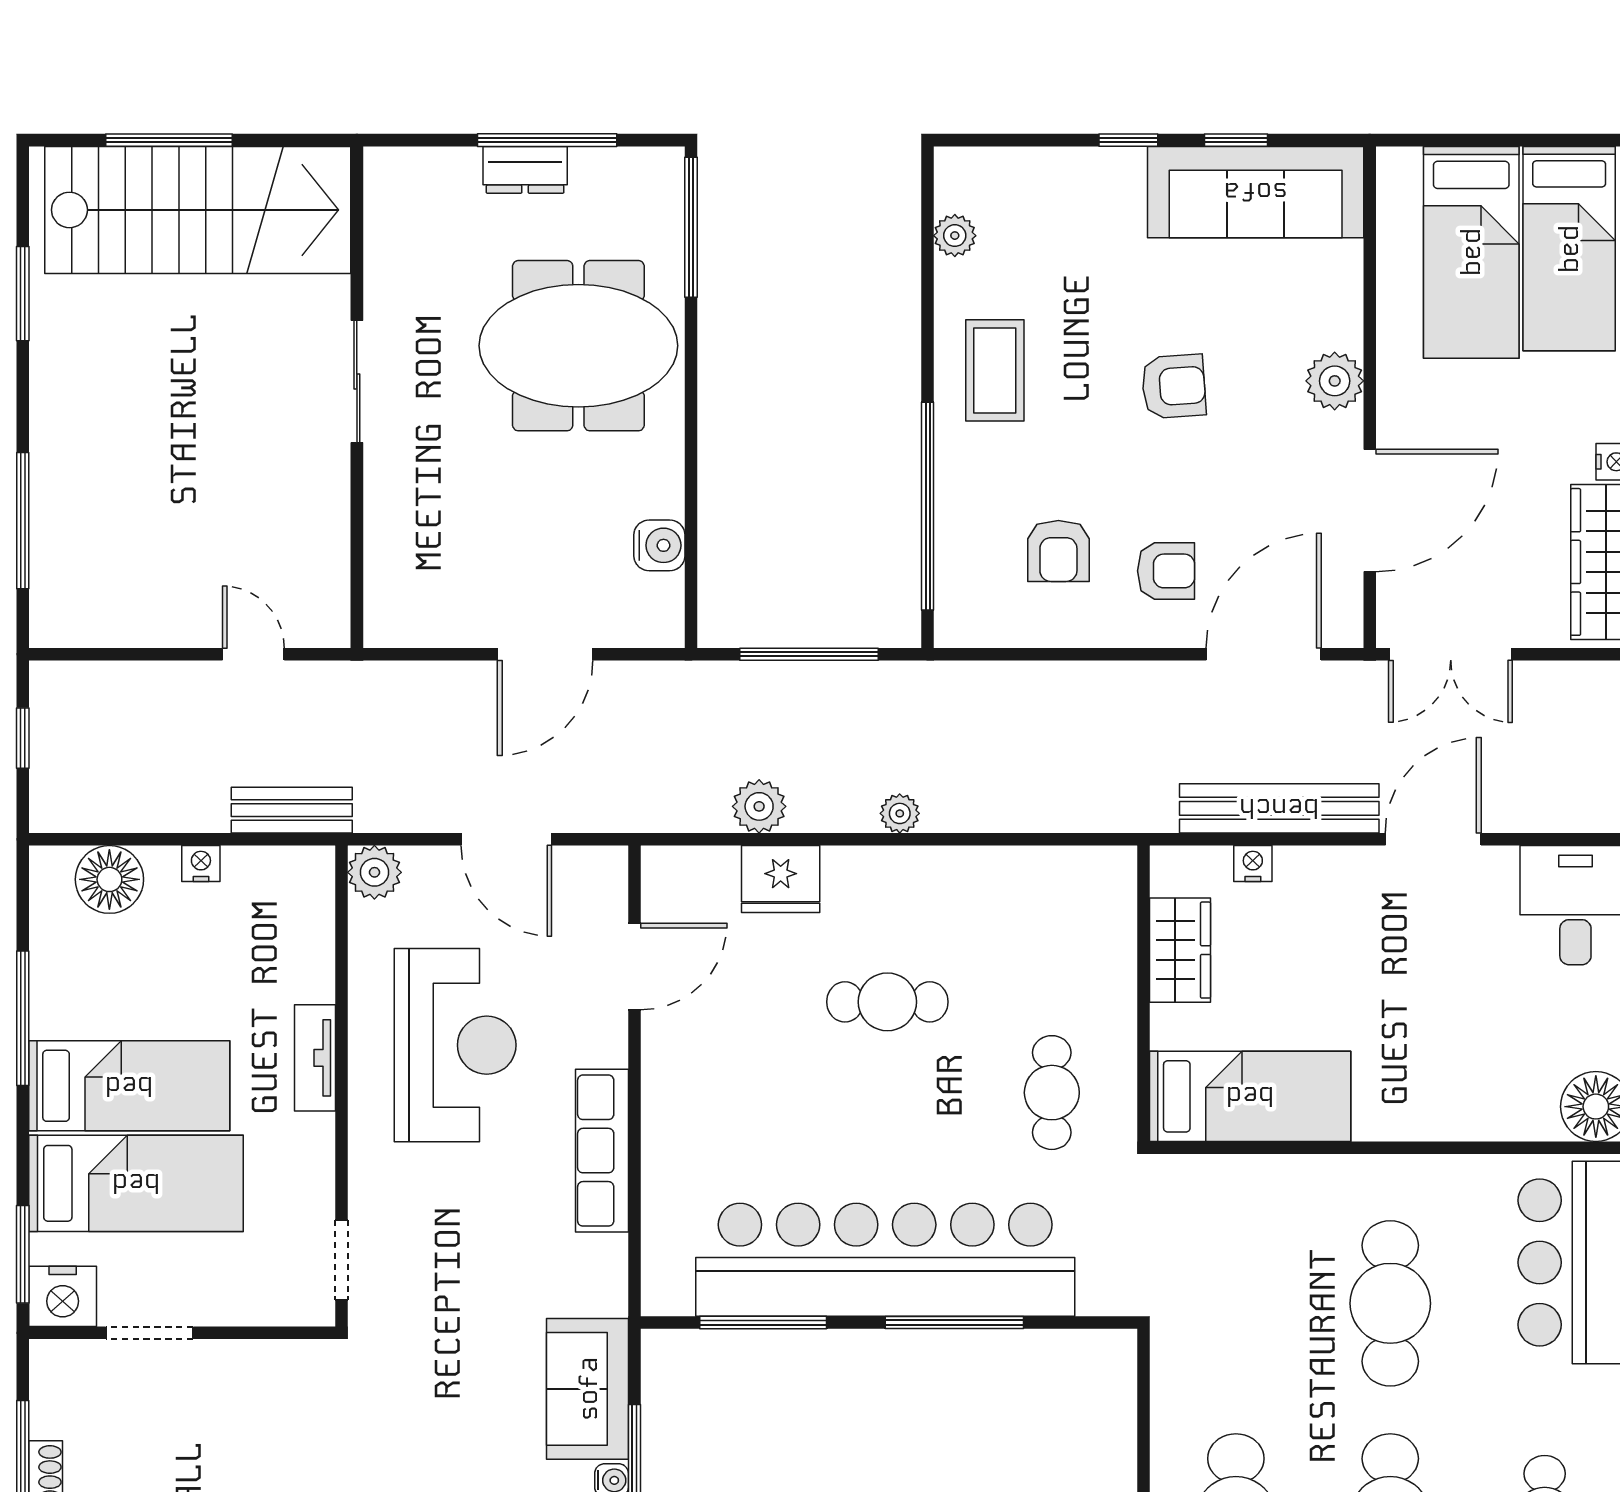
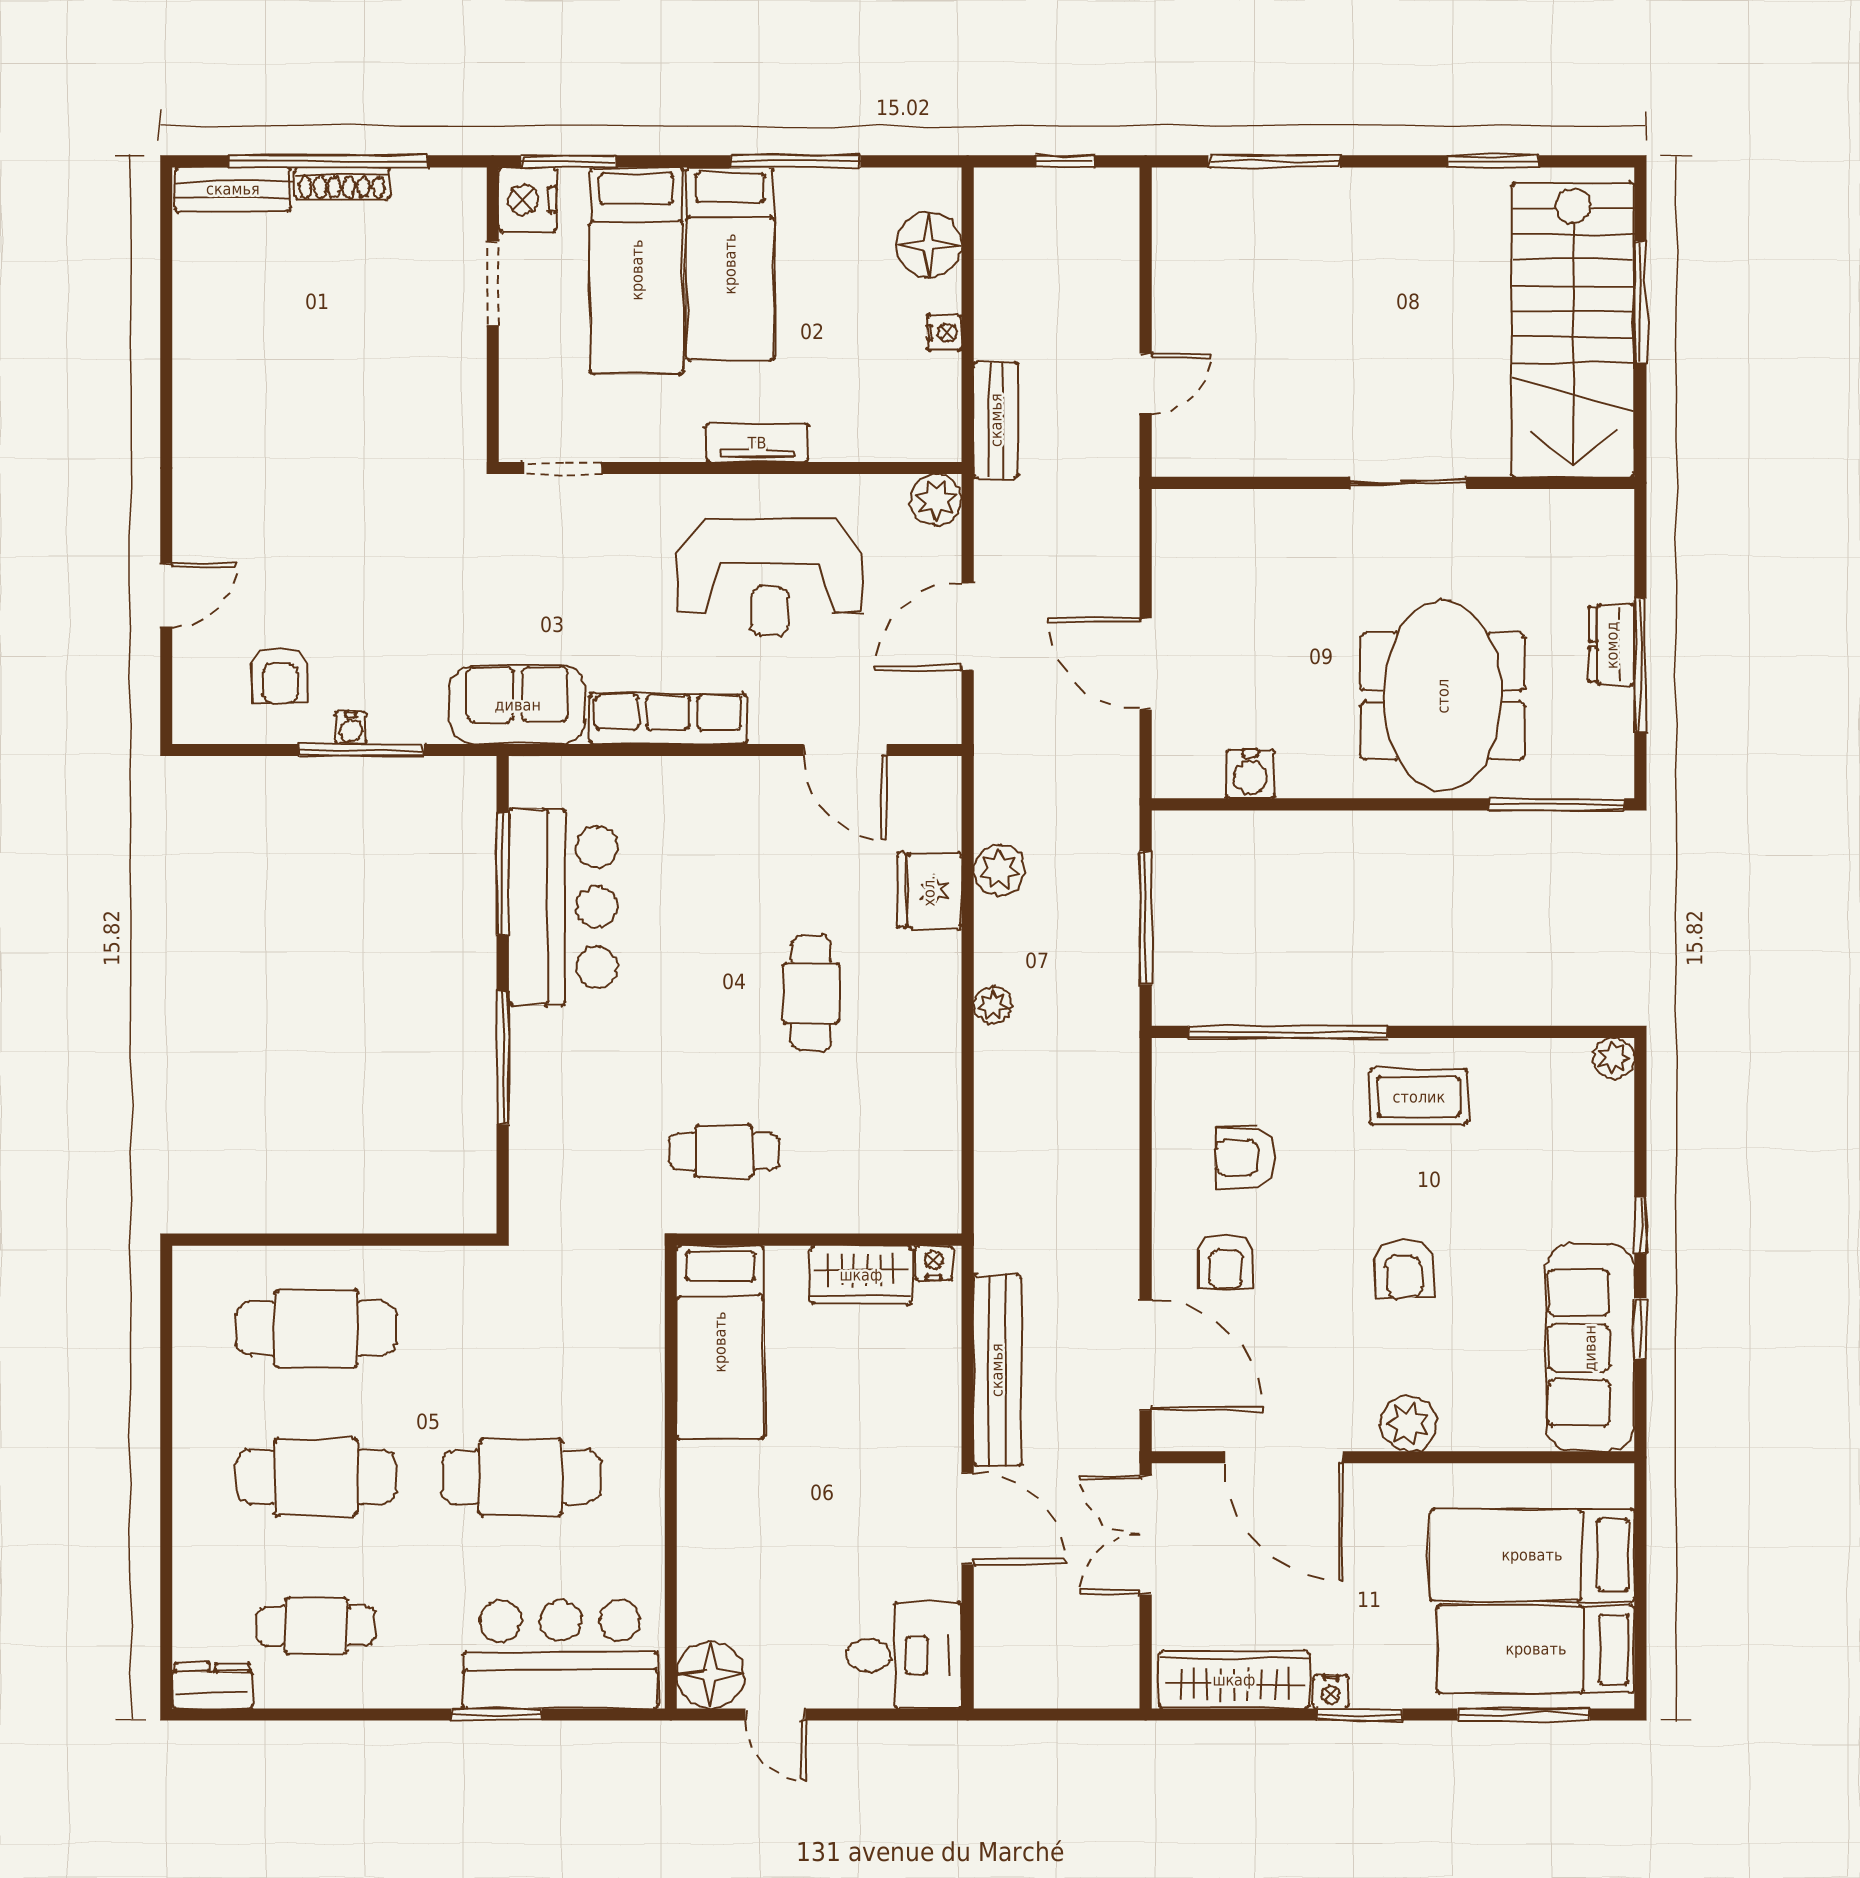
plant: (955, 236) -> (1614, 1058), moved
nightstand: (1253, 863) -> (934, 1263), moved, turned -90
bar counter: (885, 1260) -> (563, 907), width x0.54
sofa: (588, 1389) -> (518, 705), moved

